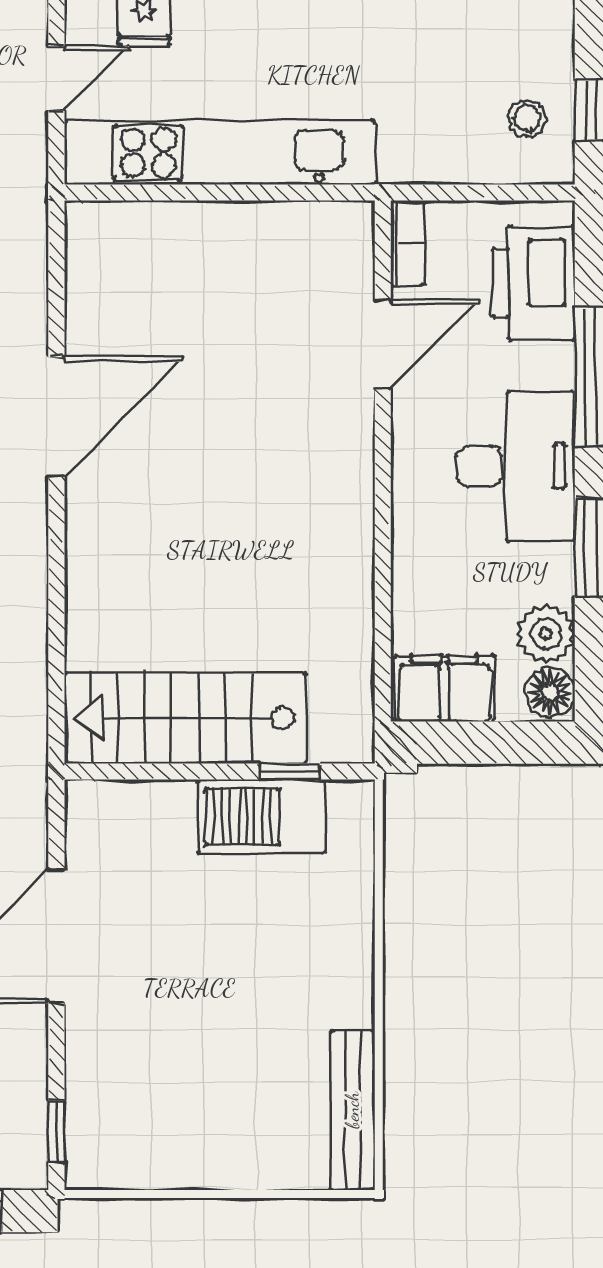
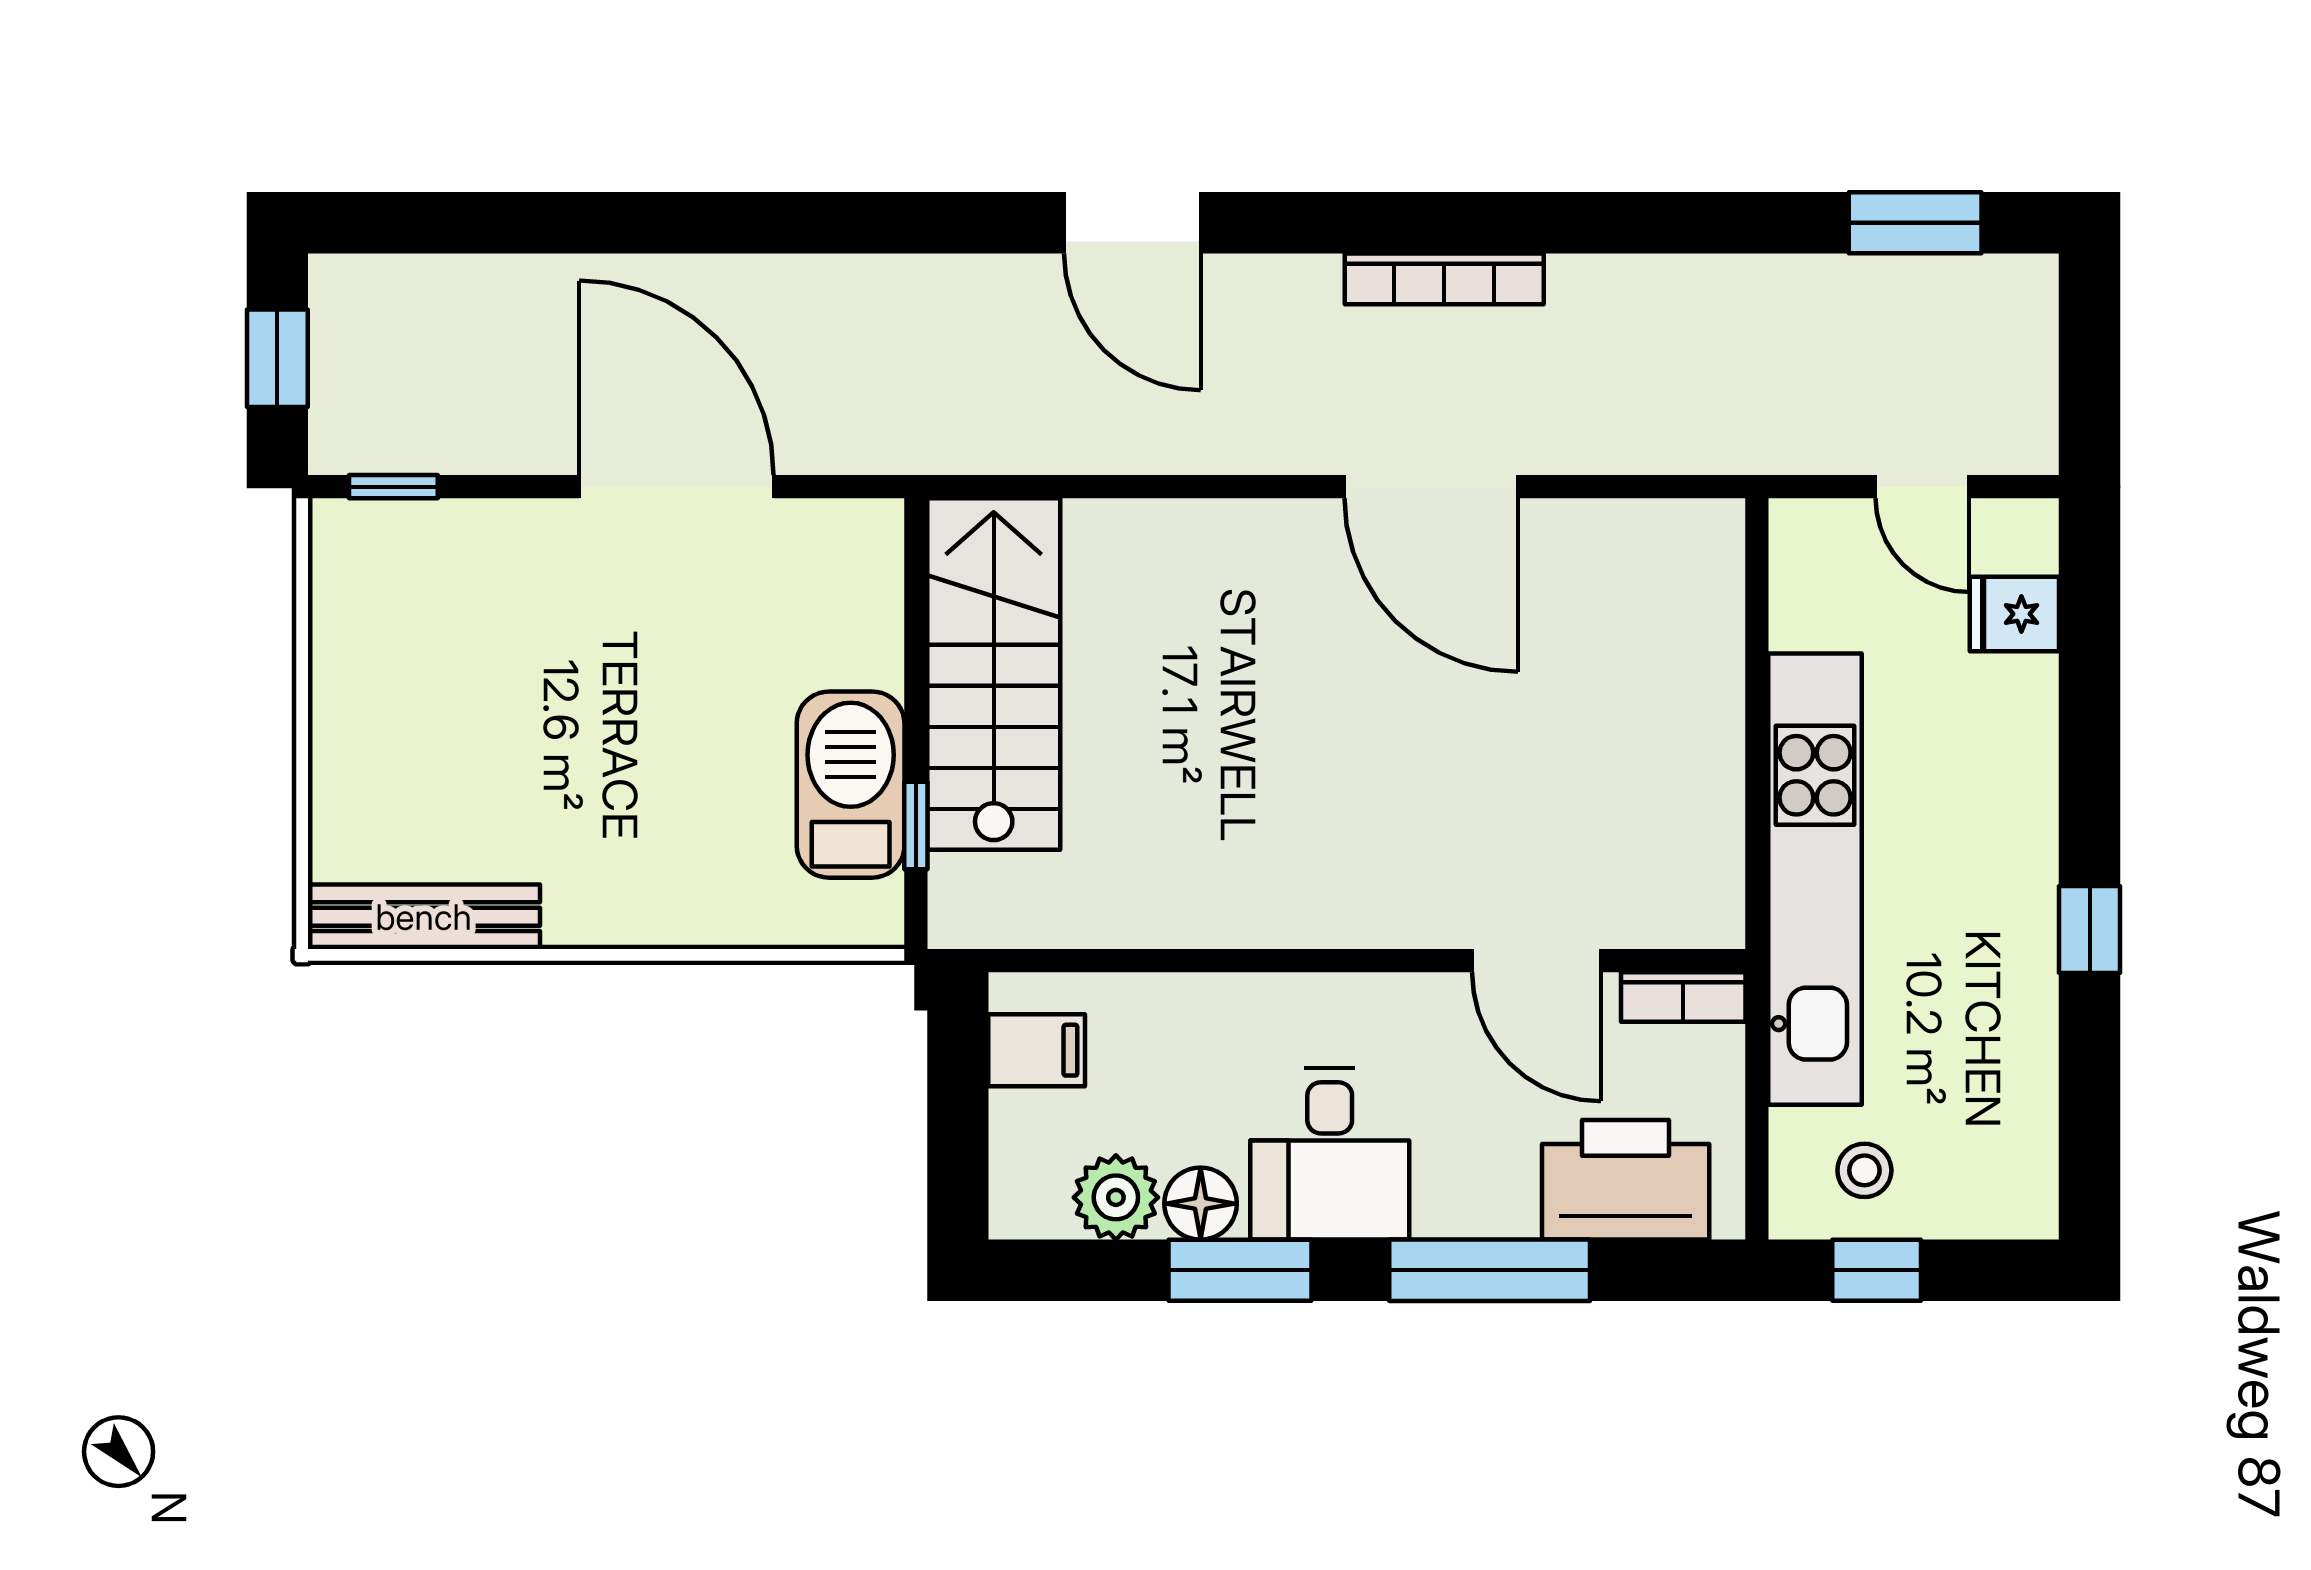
kitchen unit: (220, 152) -> (1815, 879), moved
desk: (516, 466) -> (1330, 1154), width x0.73
filing cabinet: (444, 688) -> (1037, 1050), width x0.50
floor lamp: (550, 692) -> (1201, 1204), moved

